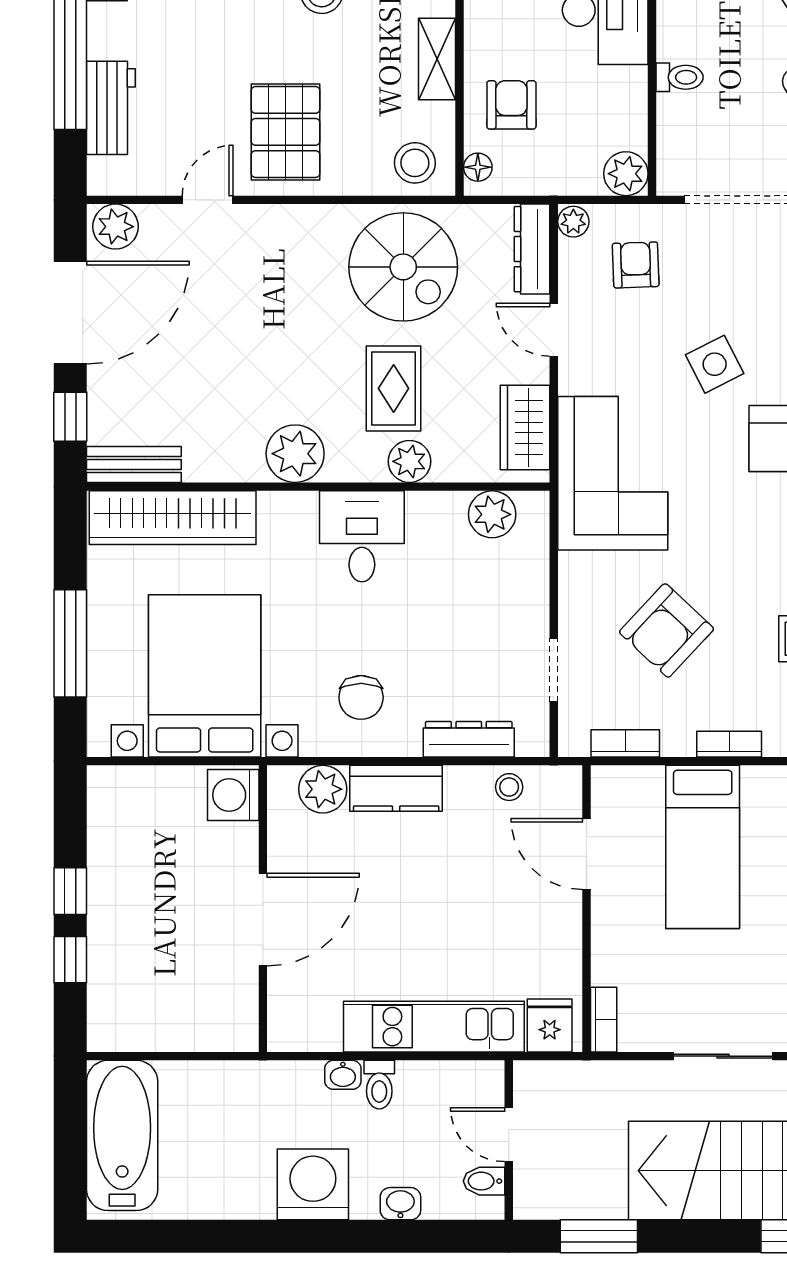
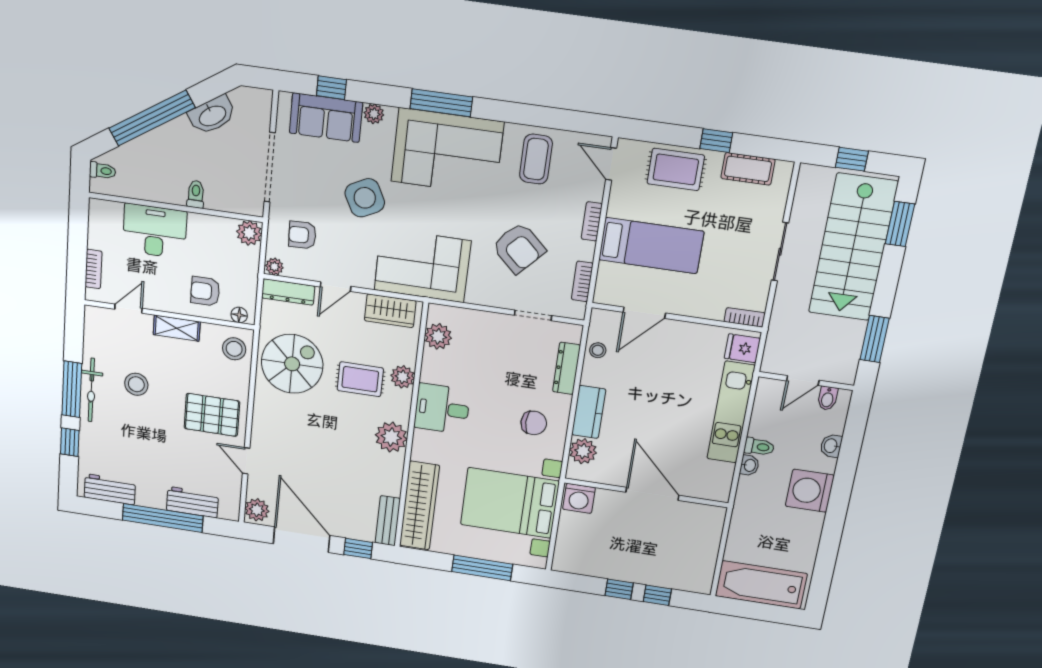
side table: (715, 364) -> (365, 198), width x1.37, depth x1.37

